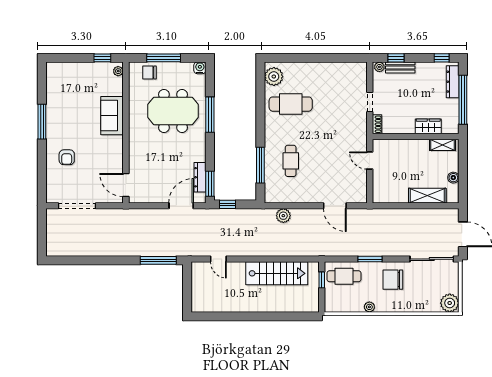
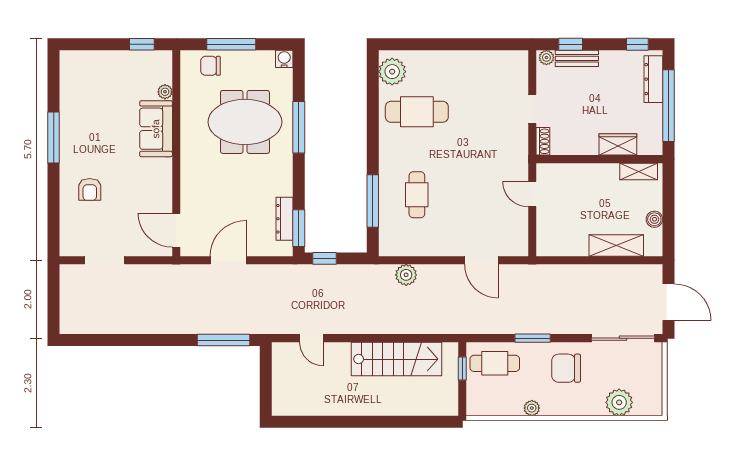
plant: (118, 71) -> (165, 92), moved
doorway: (77, 206) -> (105, 260), width x0.73
door: (181, 206) -> (228, 260), moved
plant: (450, 303) -> (619, 402), moved

